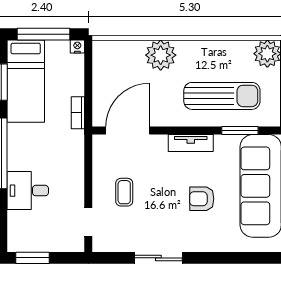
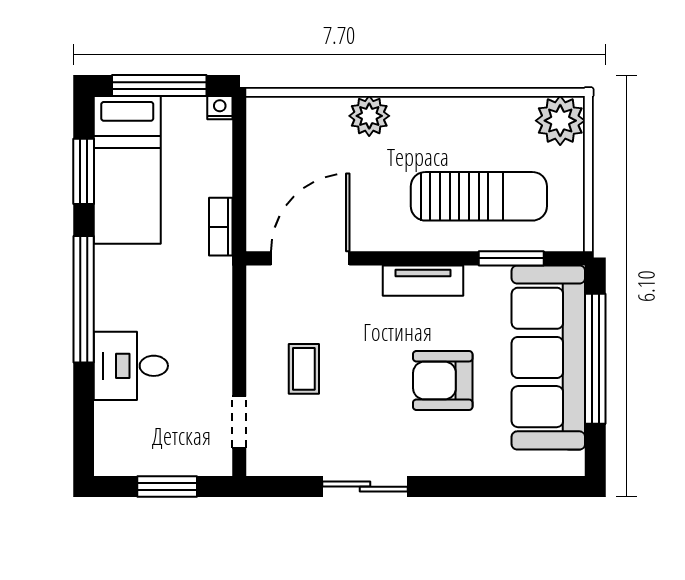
plant: (161, 55) -> (369, 116), width x0.73, depth x0.73
armchair: (202, 199) -> (443, 380), width x1.38, depth x1.38
window: (32, 258) -> (167, 487), moved

